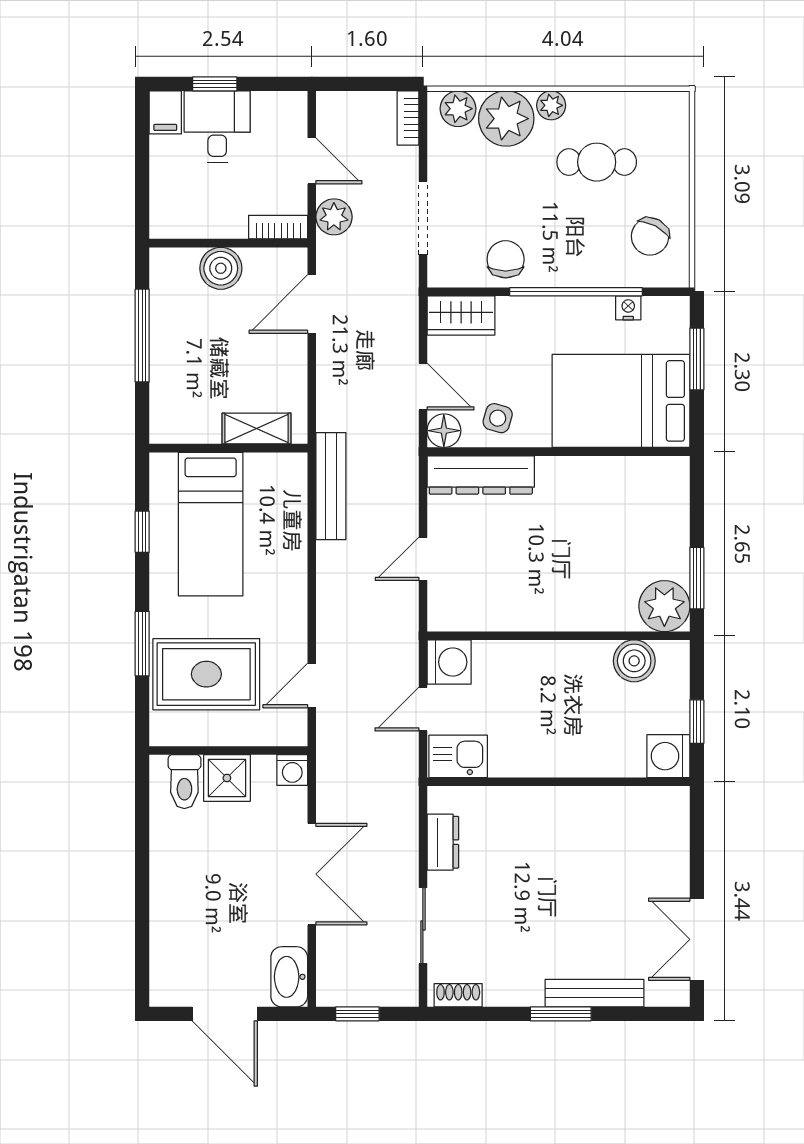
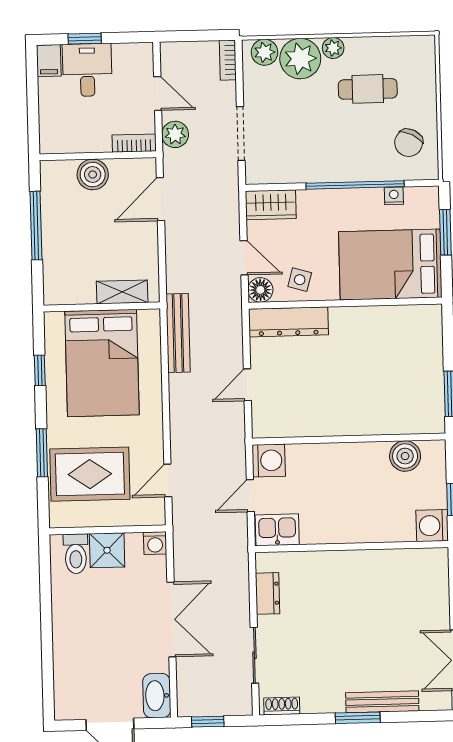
chair: (506, 259) -> (302, 162), removed
bed: (211, 524) -> (102, 363), width x1.50
plant: (664, 606) -> (426, 415), removed

